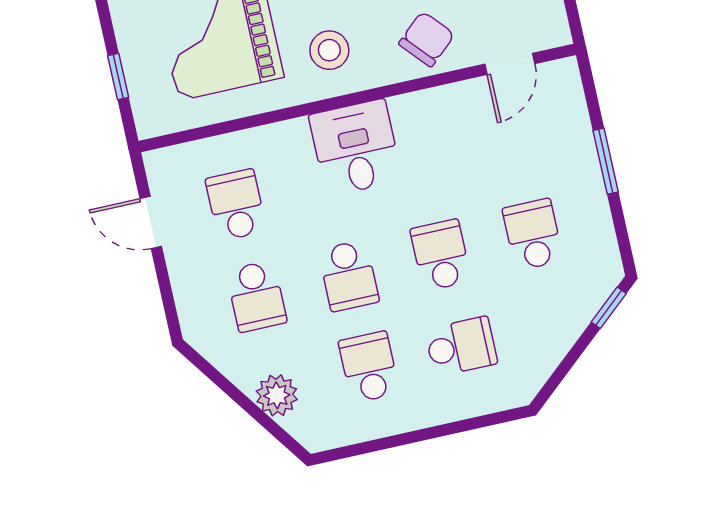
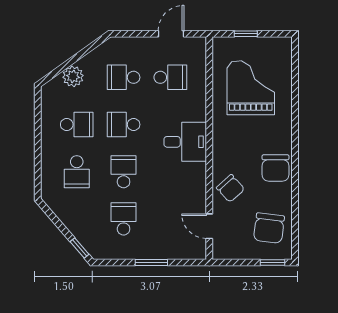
stool: (329, 50) -> (236, 140), removed
school desk: (533, 234) -> (124, 219), turned -90
school desk: (441, 255) -> (124, 172), turned -90

